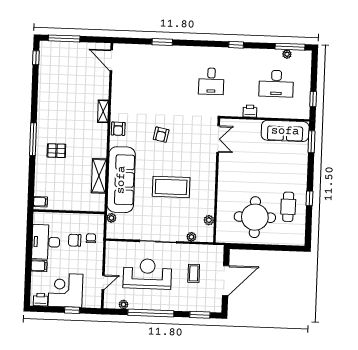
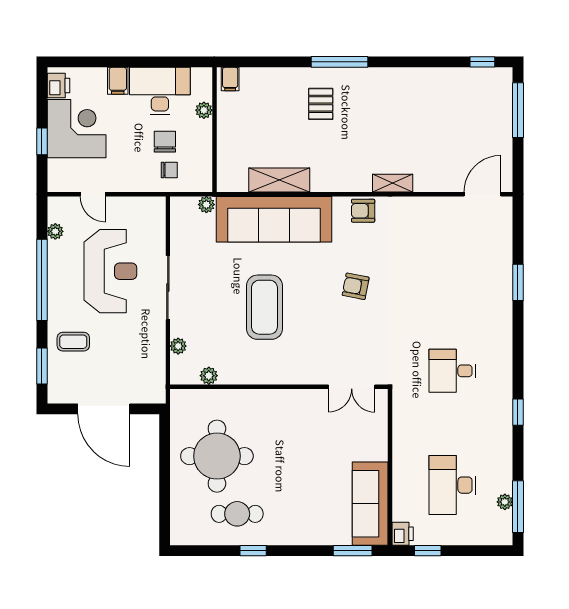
printer: (250, 111) -> (403, 534), moved
plant: (58, 217) -> (204, 110), added
coffee table: (194, 273) -> (73, 342), moved

